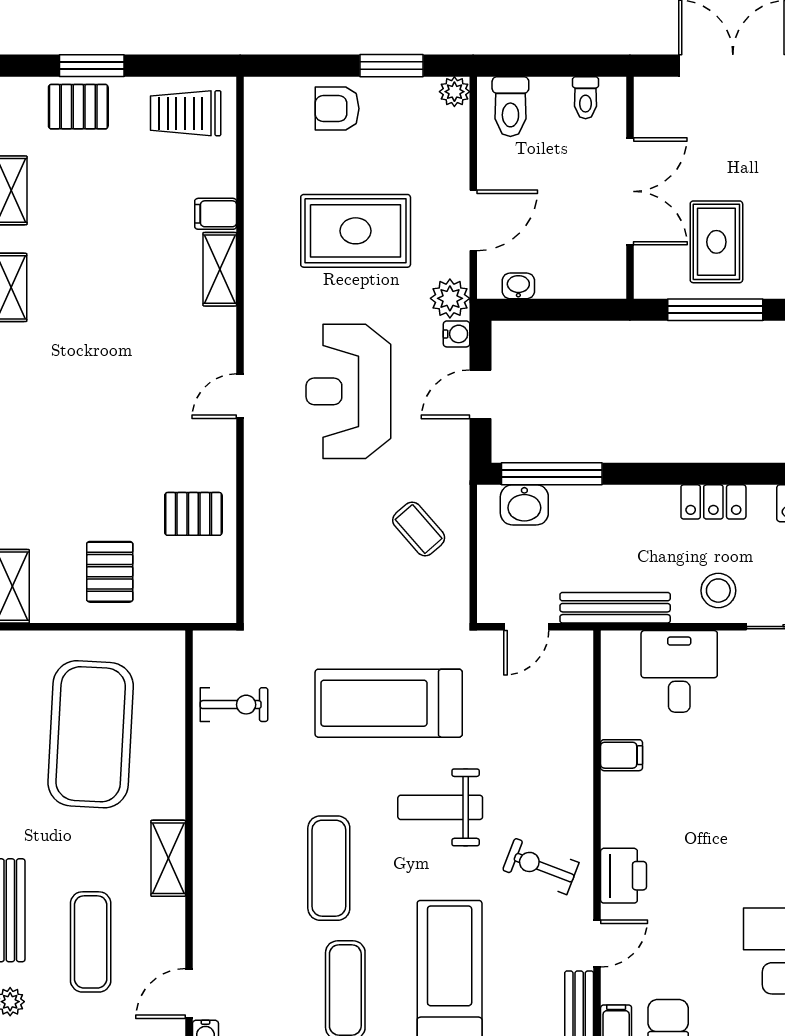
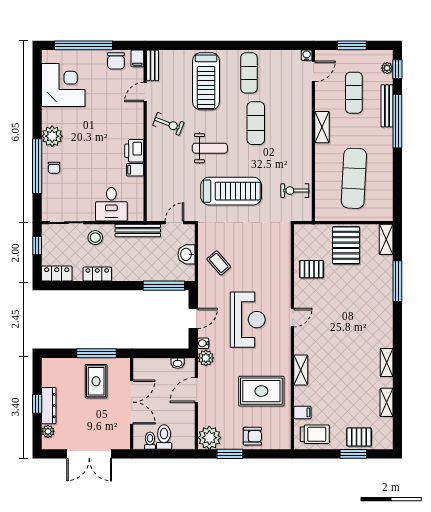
plant: (454, 92) -> (209, 438), width x1.87, depth x1.87
toilet: (510, 107) -> (164, 437), moved
double door: (630, 191) -> (132, 402), swing flipped
filing cabinet: (216, 214) -> (302, 412), moved
rug: (356, 231) -> (261, 391), moved
washbasin: (524, 505) -> (186, 254), moved, turned -90
pallet: (110, 572) -> (346, 245), width x1.50, depth x1.42
exercise mat: (91, 734) -> (354, 178), width x0.68
printer: (624, 876) -> (134, 151), moved

